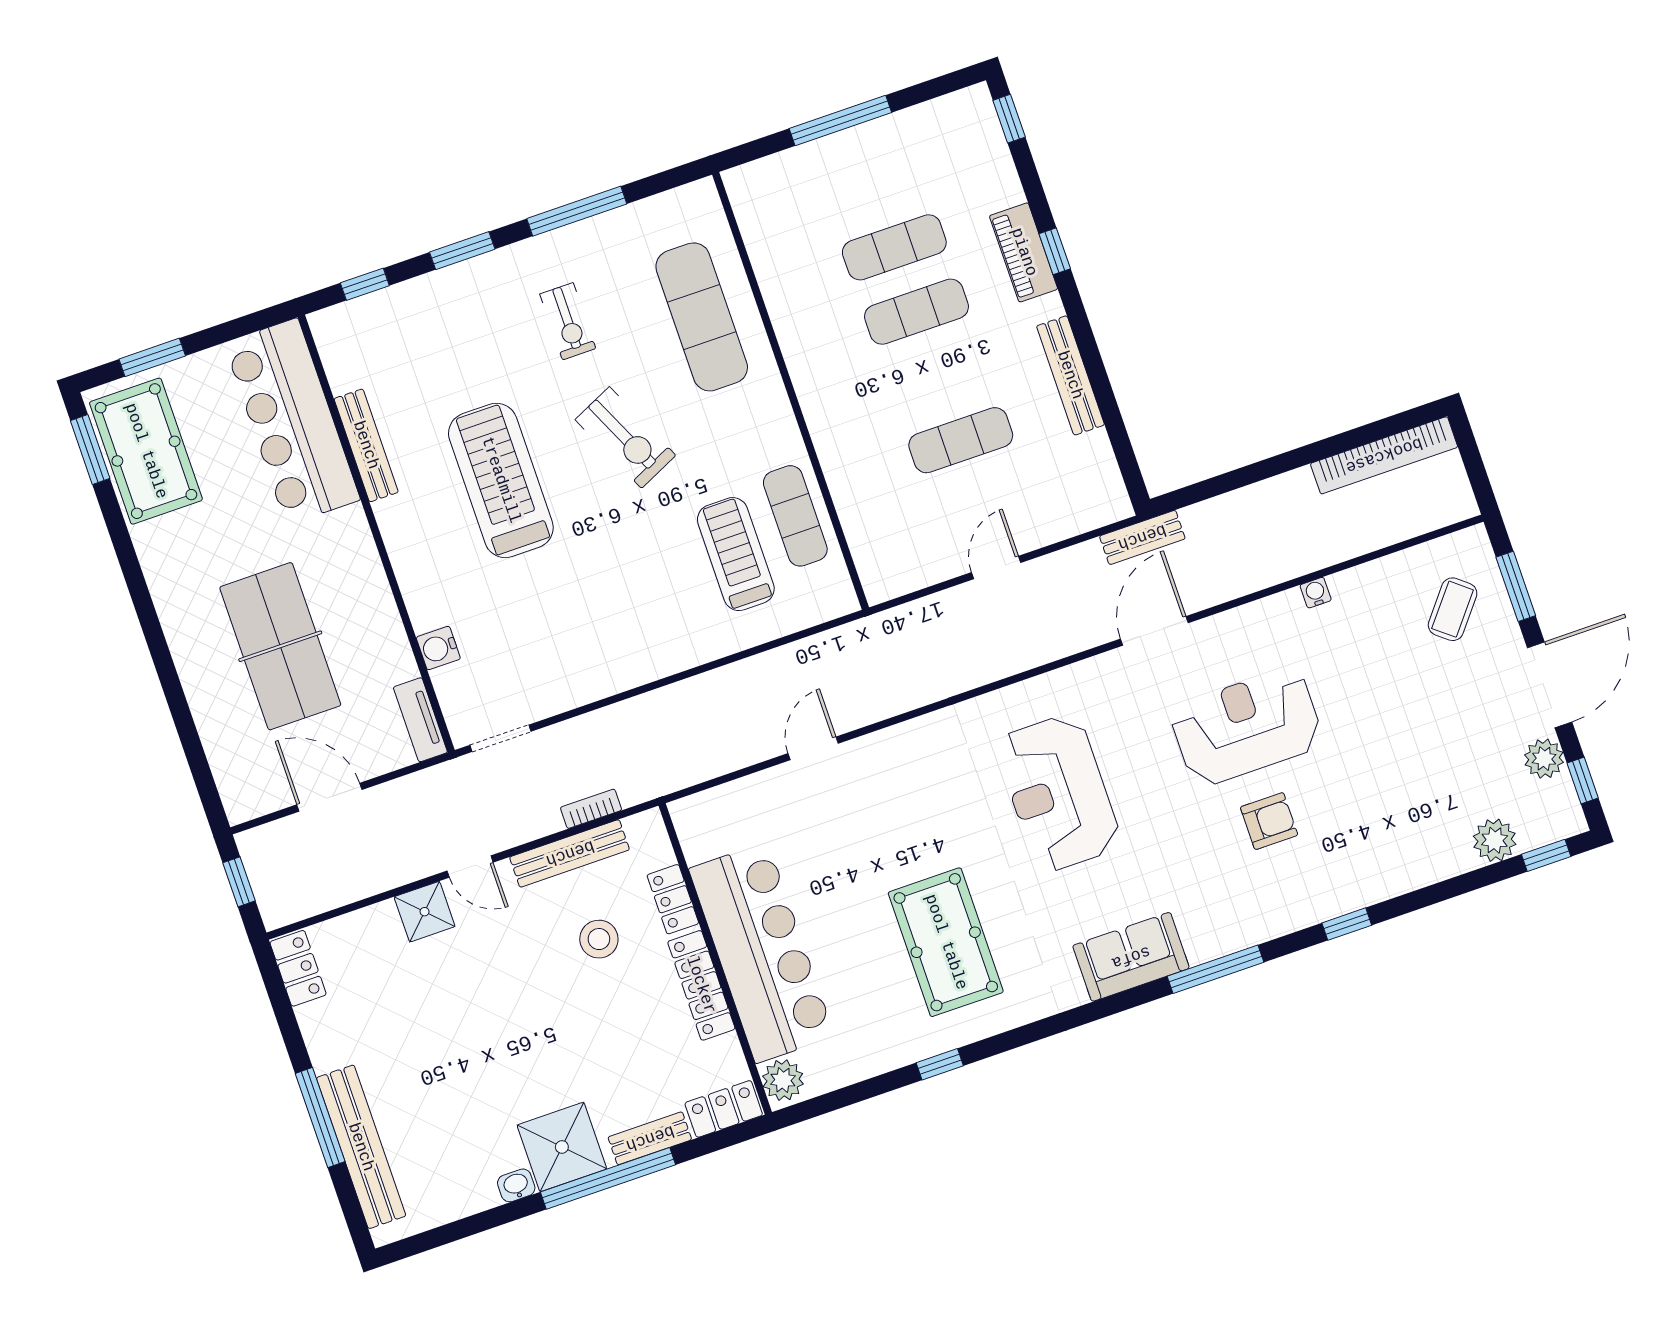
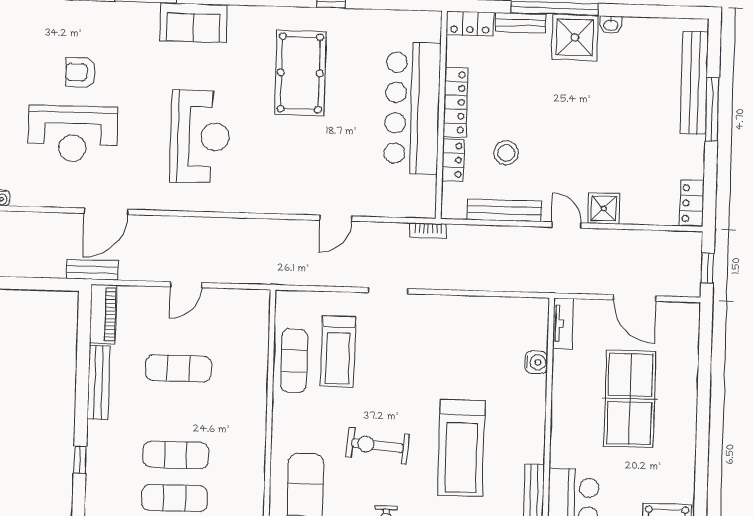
piano: (1024, 252) -> (103, 314), moved
exercise bike: (625, 438) -> (377, 445), turned -60
doorway: (500, 738) -> (388, 291), moved
bookcase: (591, 809) -> (428, 231), moved
plant: (783, 1080) -> (428, 28), removed

